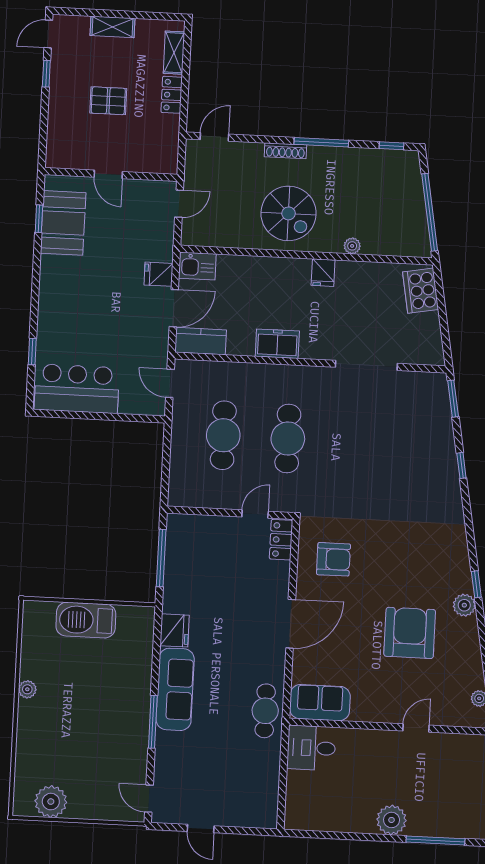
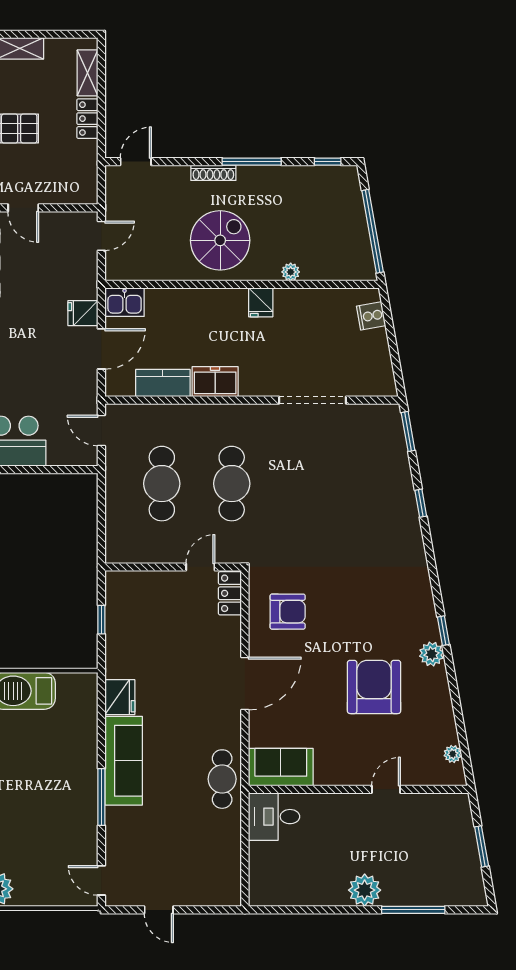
spiral stairs: (289, 213) -> (220, 240), turned -90
cooker: (421, 291) -> (371, 316), width x0.53, depth x0.76
kitchen counter: (201, 341) -> (163, 383), moved
window: (161, 558) -> (101, 620), width x0.46

